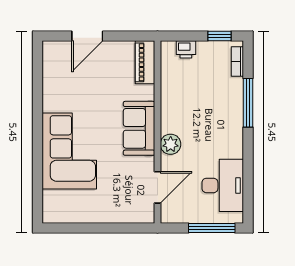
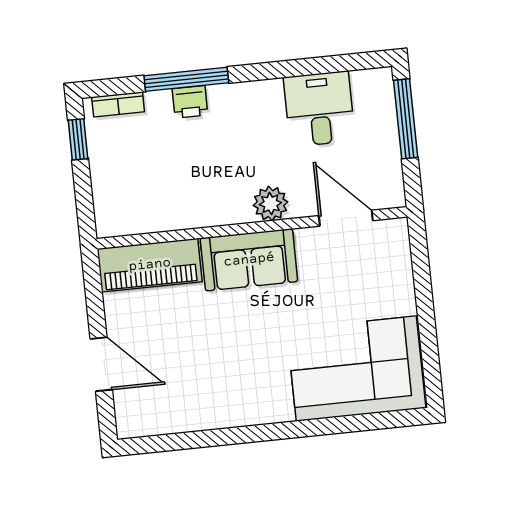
printer: (186, 49) -> (190, 102), moved, turned 90
piano: (145, 62) -> (150, 265), width x1.37, depth x1.33
corner sofa: (69, 151) -> (356, 369), moved
desk: (223, 185) -> (319, 109), width x0.73

